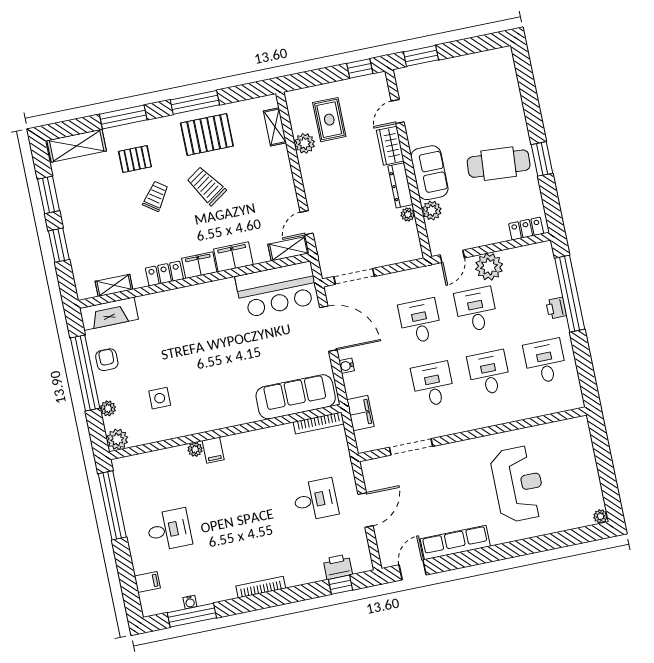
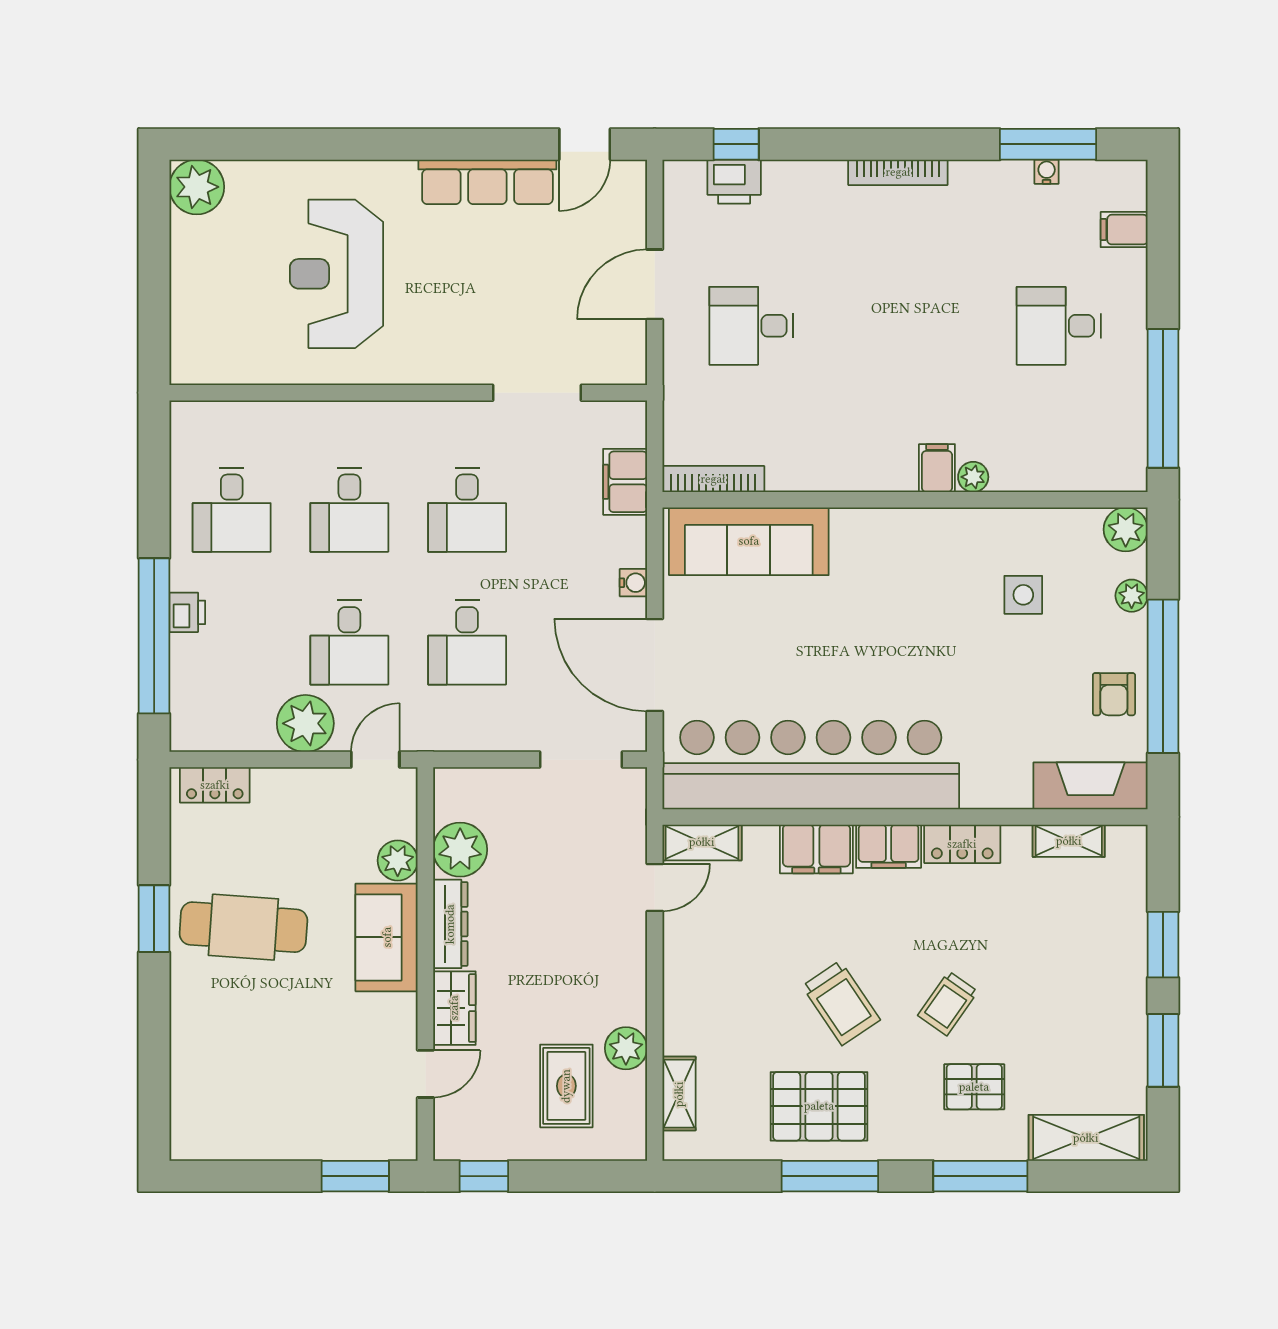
plant: (408, 214) -> (460, 850), width x1.88, depth x1.88
bar counter: (277, 290) -> (811, 765), width x1.86
plant: (601, 516) -> (197, 187), width x1.88, depth x1.88

